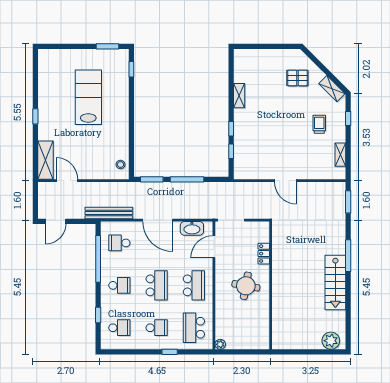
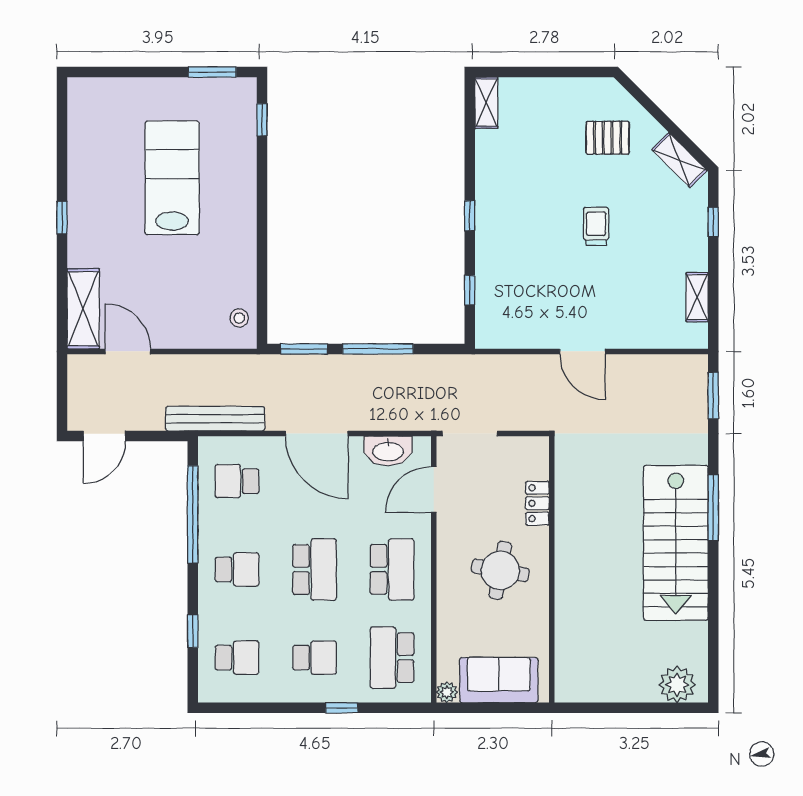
shelving: (239, 96) -> (486, 103), moved
trolley: (319, 124) -> (596, 226), moved
window: (231, 129) -> (470, 216), moved
stairs: (335, 283) -> (676, 543), width x1.36, depth x1.51
sofa: (245, 339) -> (499, 680), added

